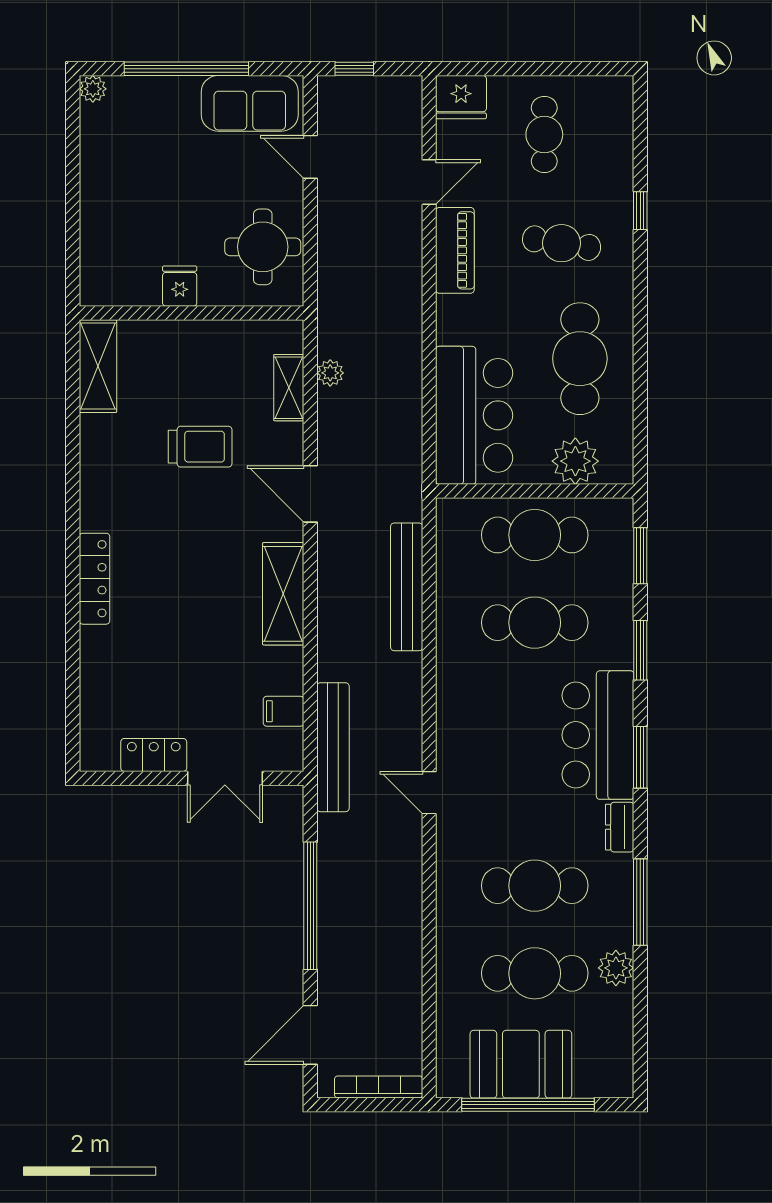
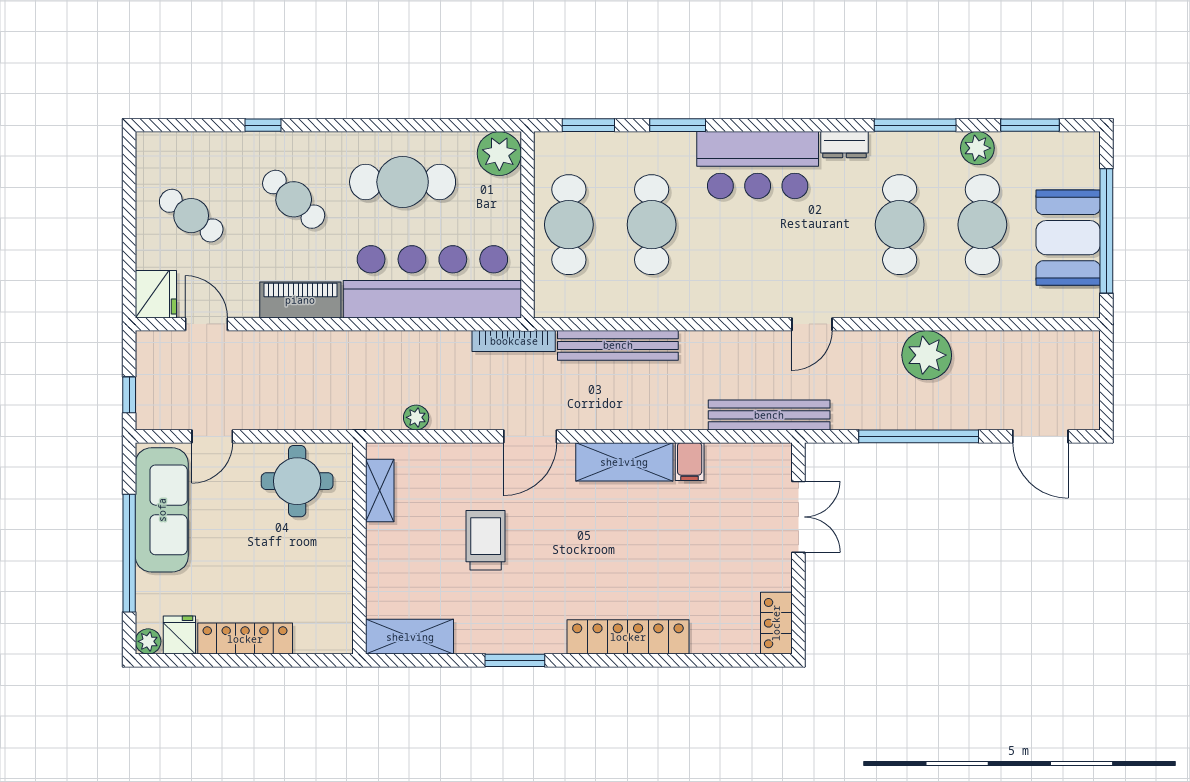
sofa: (250, 103) -> (162, 510), width x1.36
cafe table: (544, 134) -> (191, 216), turned 36
door: (429, 182) -> (207, 324), moved
locker: (96, 192) -> (245, 639), added
cafe table: (562, 243) -> (294, 199), turned -57
fridge: (180, 286) -> (179, 635), moved, turned 90
shelving: (289, 388) -> (380, 490), moved, turned 90
bar counter: (474, 415) -> (432, 282), width x1.36
plant: (575, 461) -> (499, 154), moved
window: (73, 478) -> (515, 660), added
locker: (94, 579) -> (628, 637), width x1.41, depth x1.21
filing cabinet: (284, 711) -> (690, 462), moved
locker: (154, 755) -> (776, 623), moved
window: (640, 757) -> (1030, 125), moved
plant: (396, 914) -> (927, 355), added
bookcase: (379, 1087) -> (514, 341), moved, turned -90

